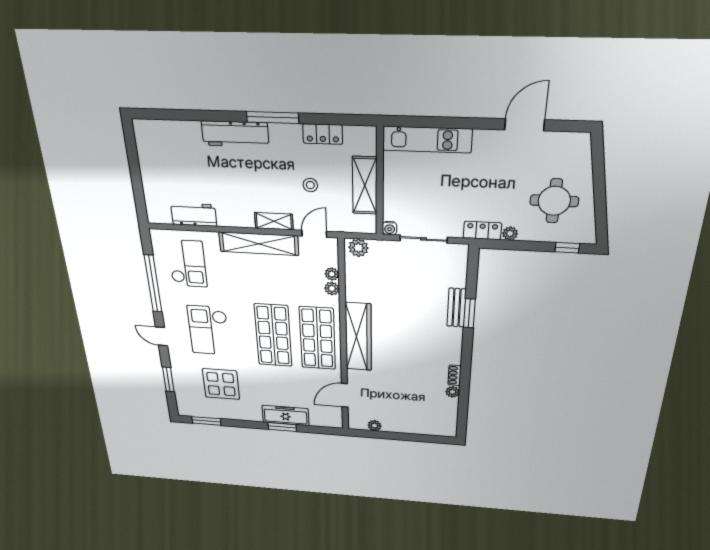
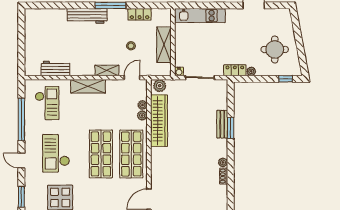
shelving: (259, 244) -> (88, 86), width x0.68
wardrobe: (358, 337) -> (159, 121), moved
plant: (453, 392) -> (223, 162), moved

